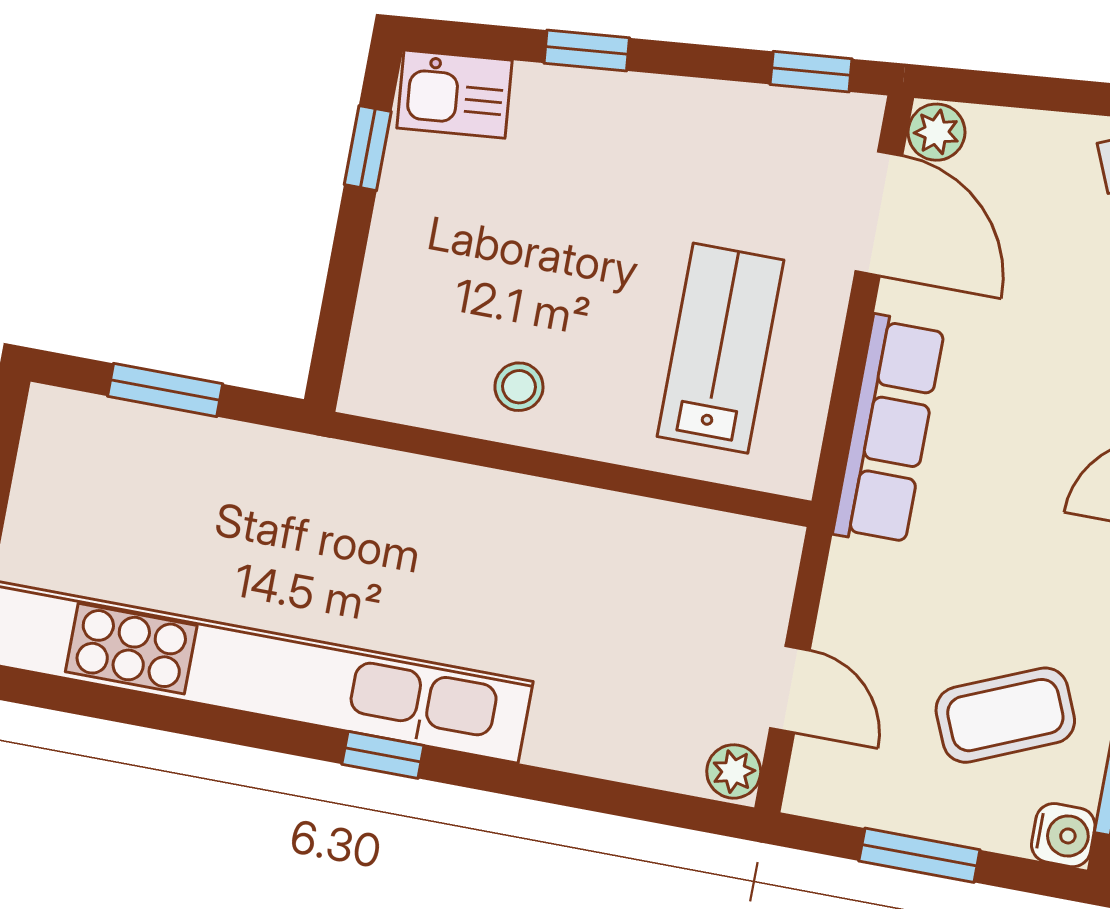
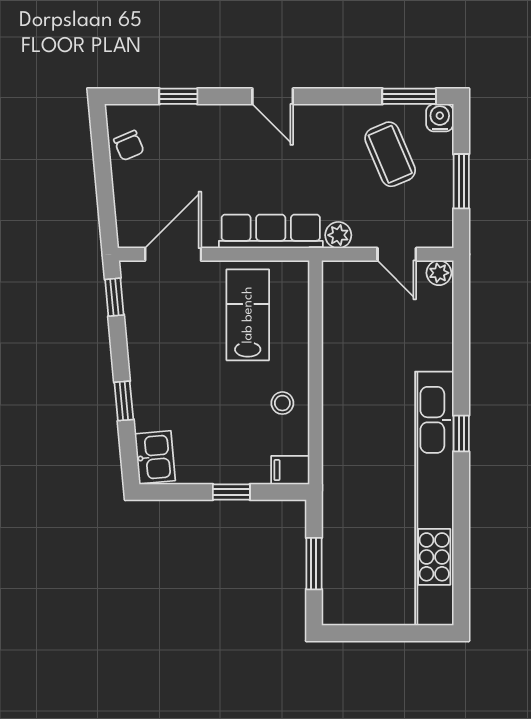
plant: (936, 132) -> (338, 235), moved
window: (368, 148) -> (231, 492), moved
lab bench: (720, 348) -> (248, 315), turned 90
filing cabinet: (373, 377) -> (290, 470), added
door: (790, 689) -> (397, 254), swing flipped

